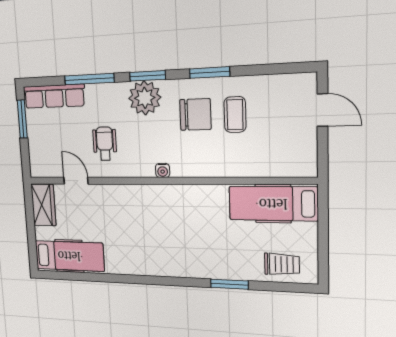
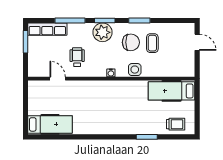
side table: (204, 164) -> (135, 70), added
wardrobe: (43, 205) -> (35, 93), removed

